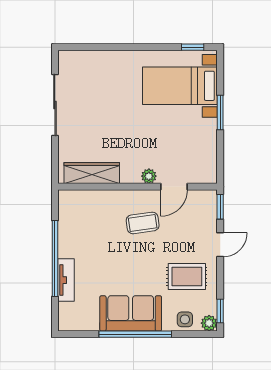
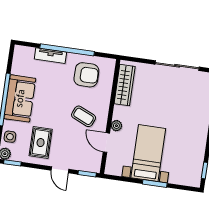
bed with nightstands: (180, 86) -> (148, 153), moved
coffee table: (143, 223) -> (84, 116), turned -58
armchair: (85, 227) -> (86, 75), added

